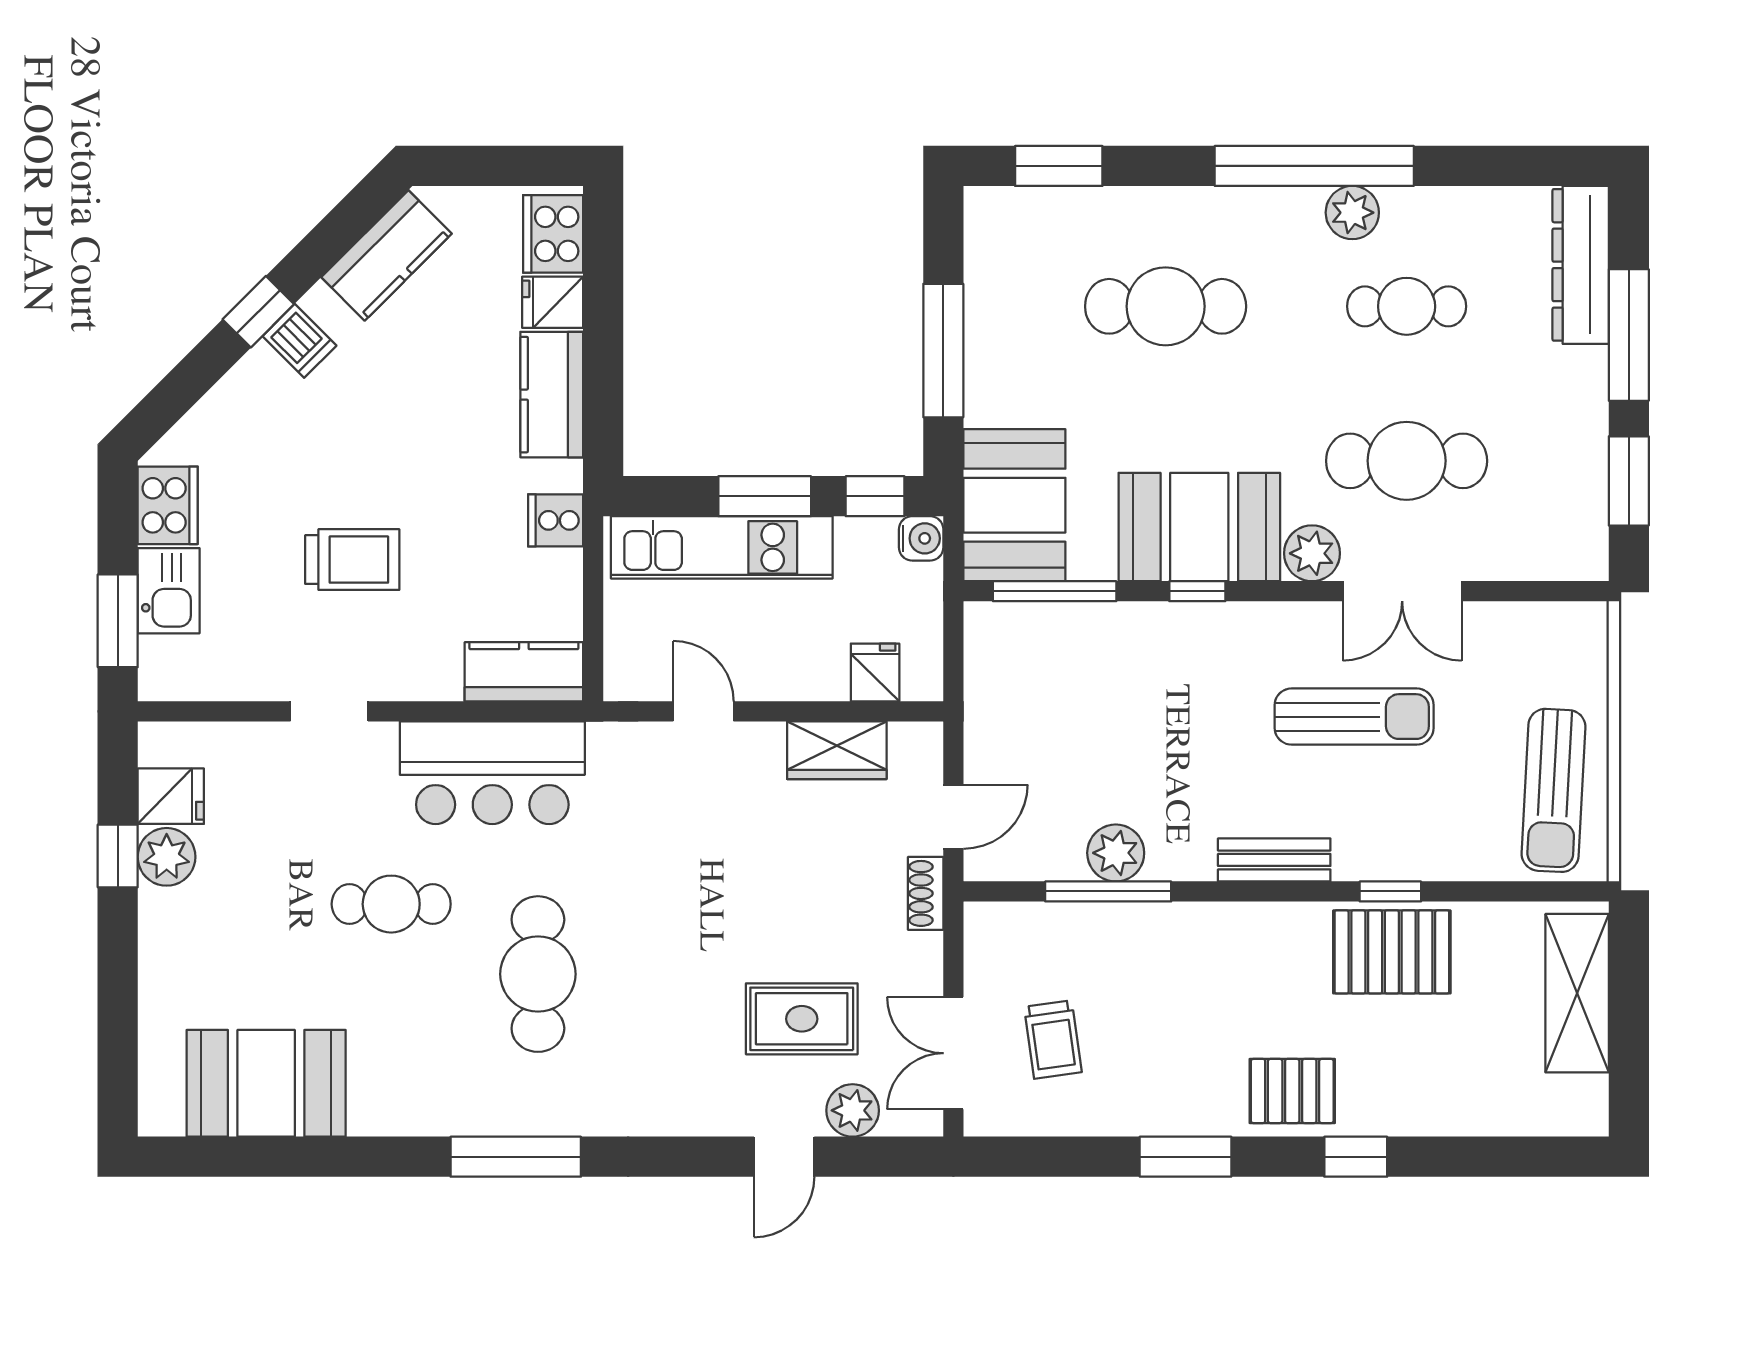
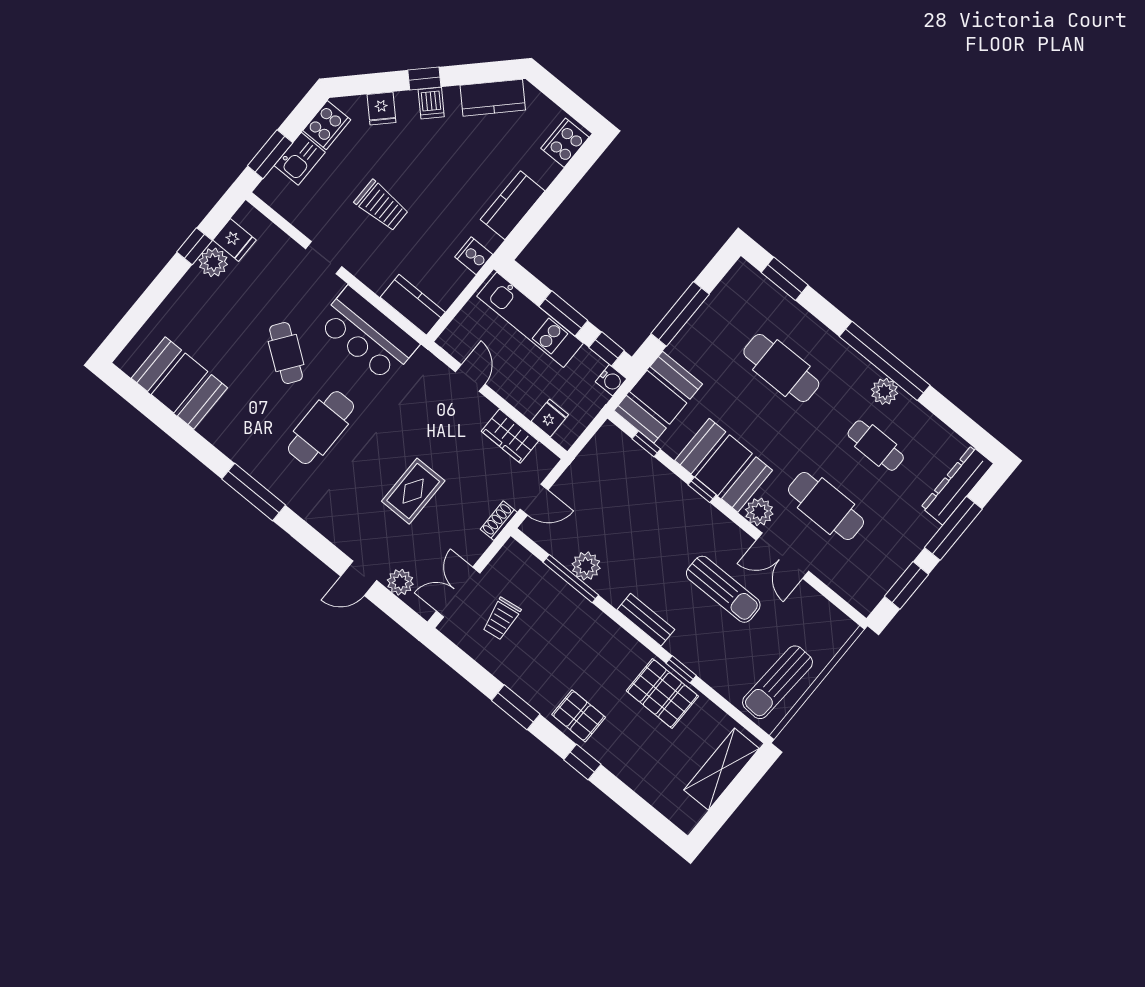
fridge: (553, 302) -> (381, 108), moved, turned -135
window: (1055, 591) -> (646, 444), width x0.46
cafe table: (391, 904) -> (286, 353), turned 36
rug: (802, 1019) -> (413, 491), moved, turned 90

